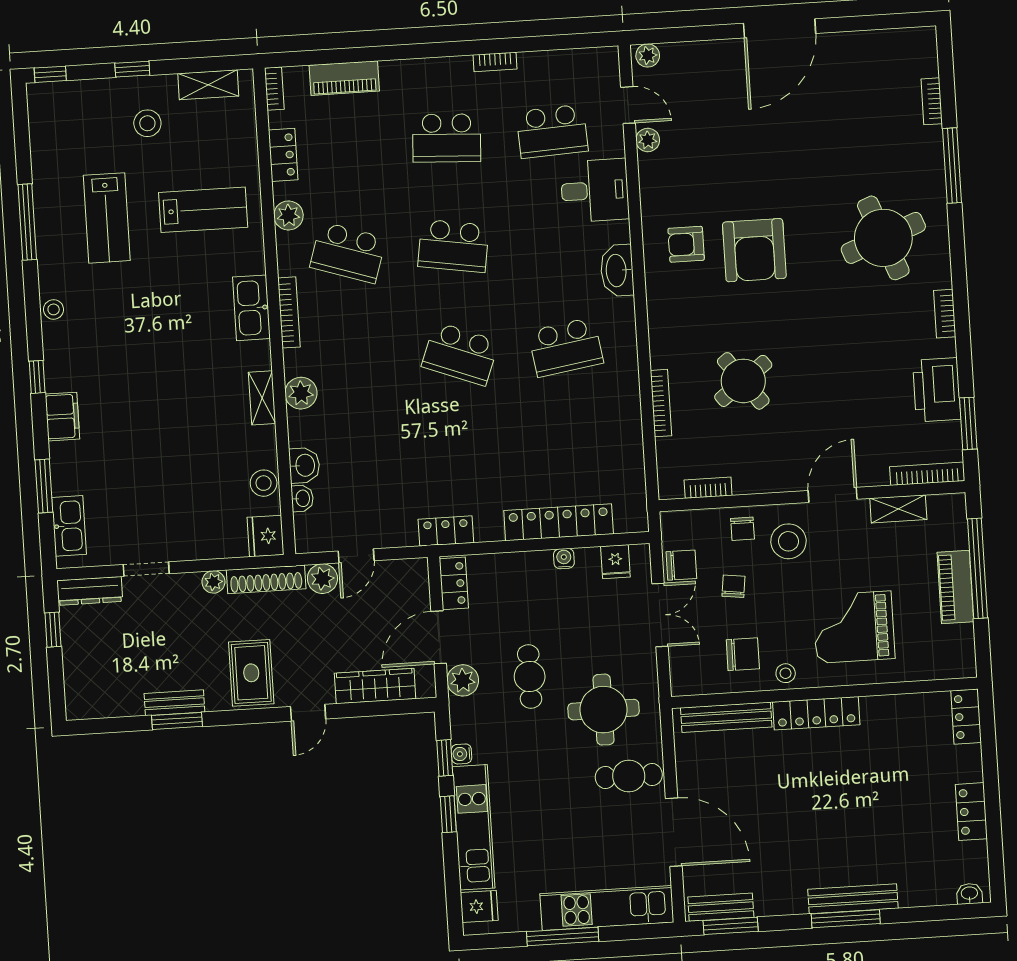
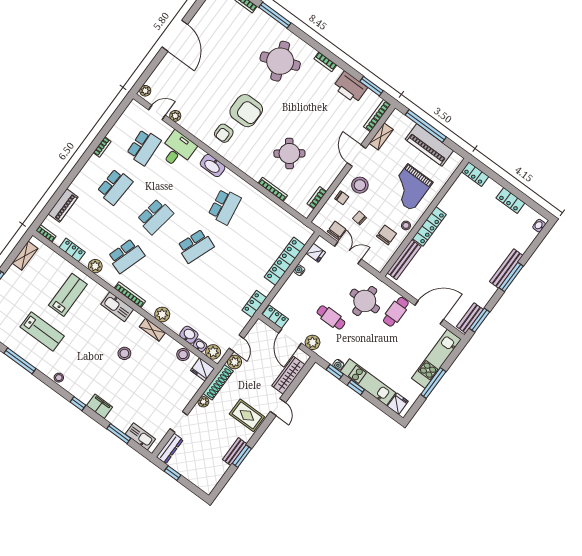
stool: (147, 123) -> (124, 353), moved
plant: (309, 529) -> (213, 352), added
piano: (955, 587) -> (429, 145), width x1.37, depth x1.33

